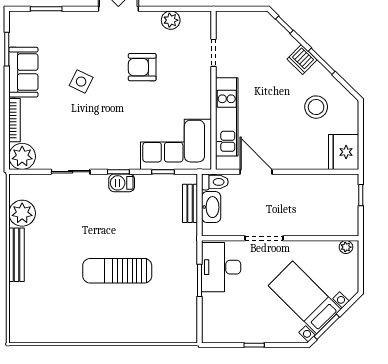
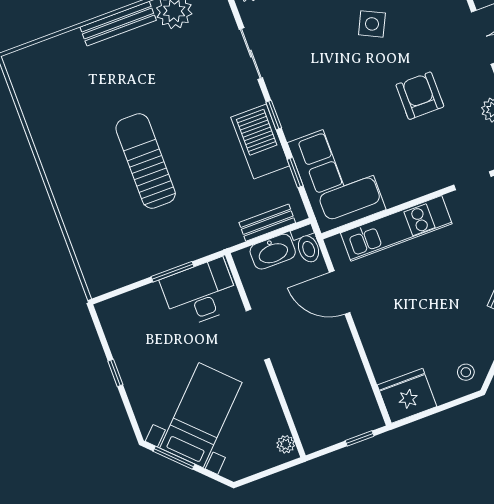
stool: (316, 107) -> (466, 372), moved, width x0.53, depth x0.53
door: (256, 172) -> (340, 292), swing flipped
barbecue: (122, 183) -> (260, 142), width x1.88, depth x1.53

